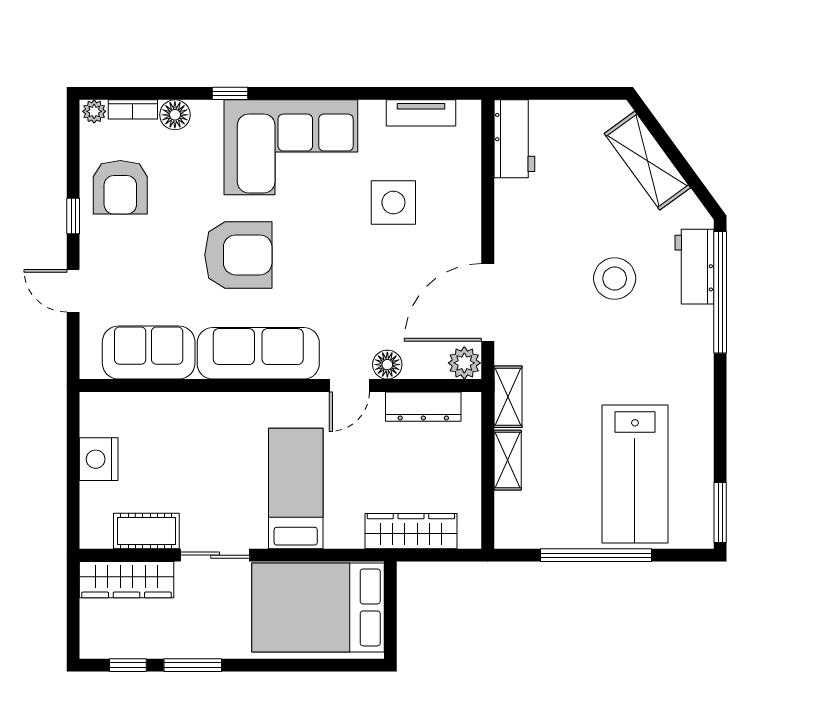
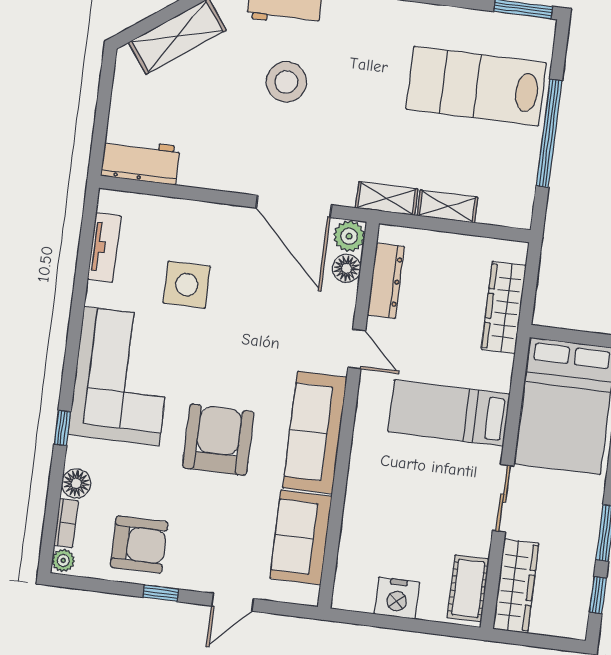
floor lamp: (387, 365) -> (347, 268), moved
lab bench: (635, 474) -> (476, 86), turned 180
cot: (146, 531) -> (468, 588), moved

